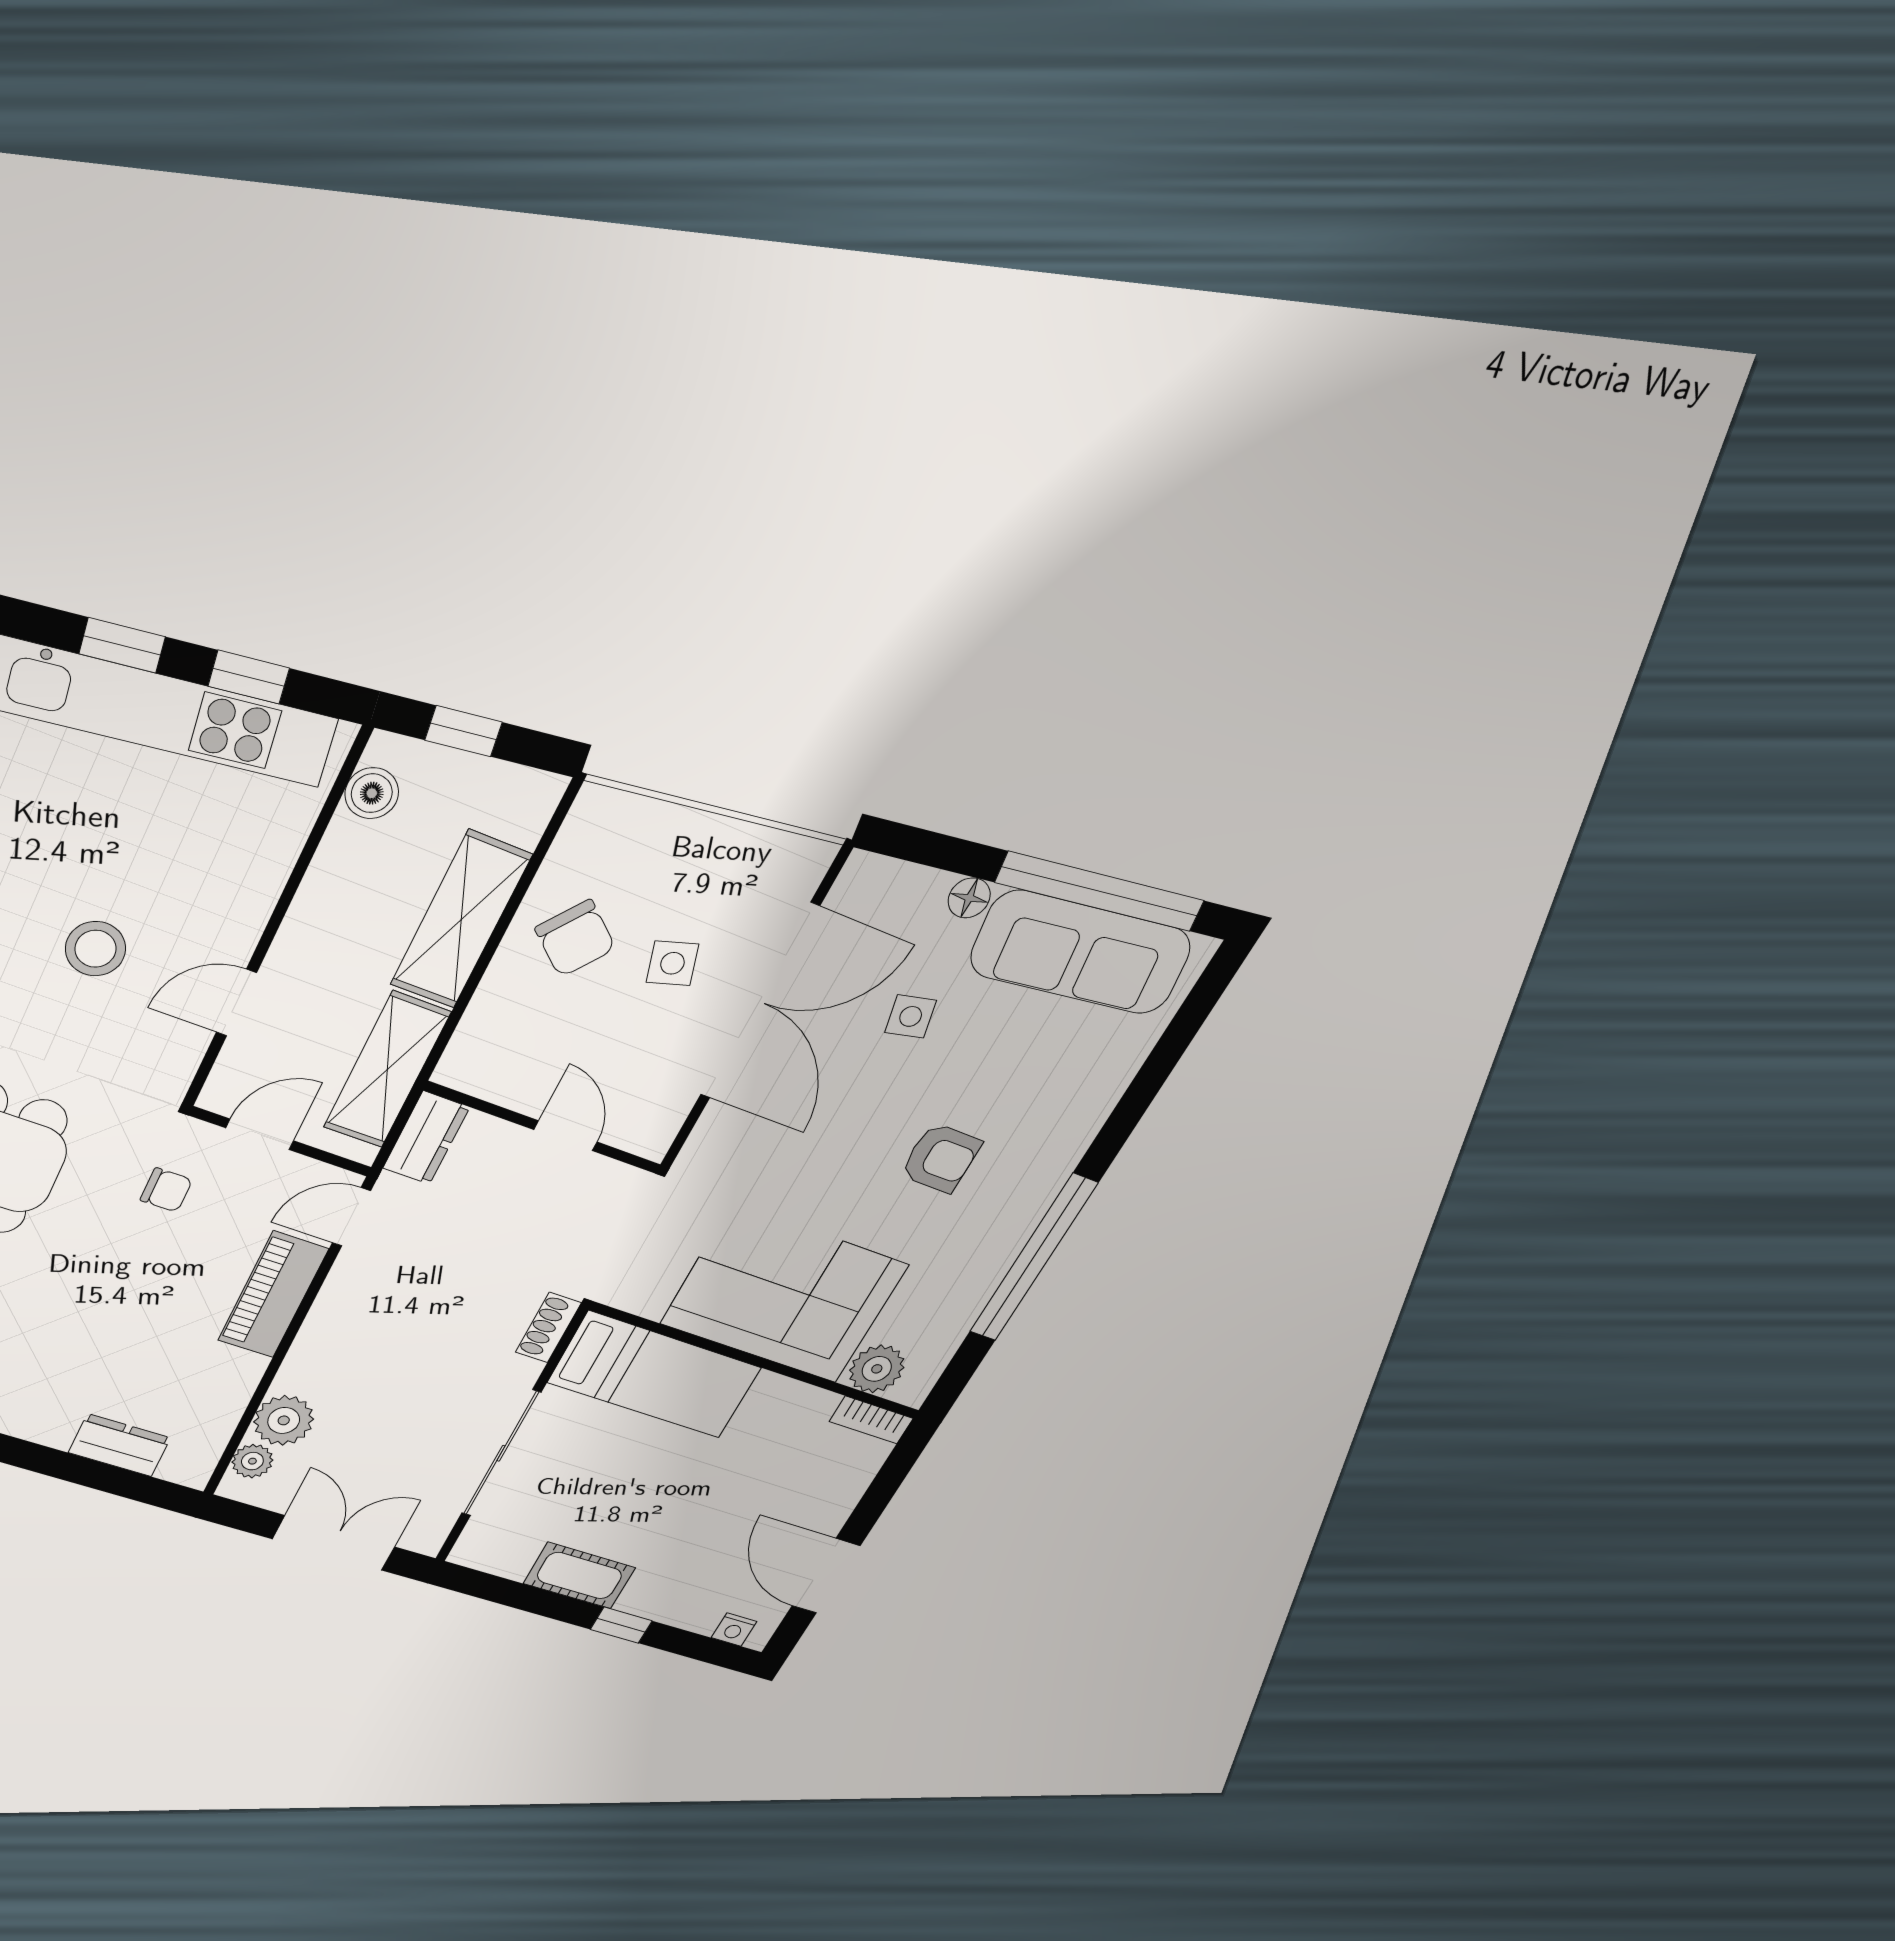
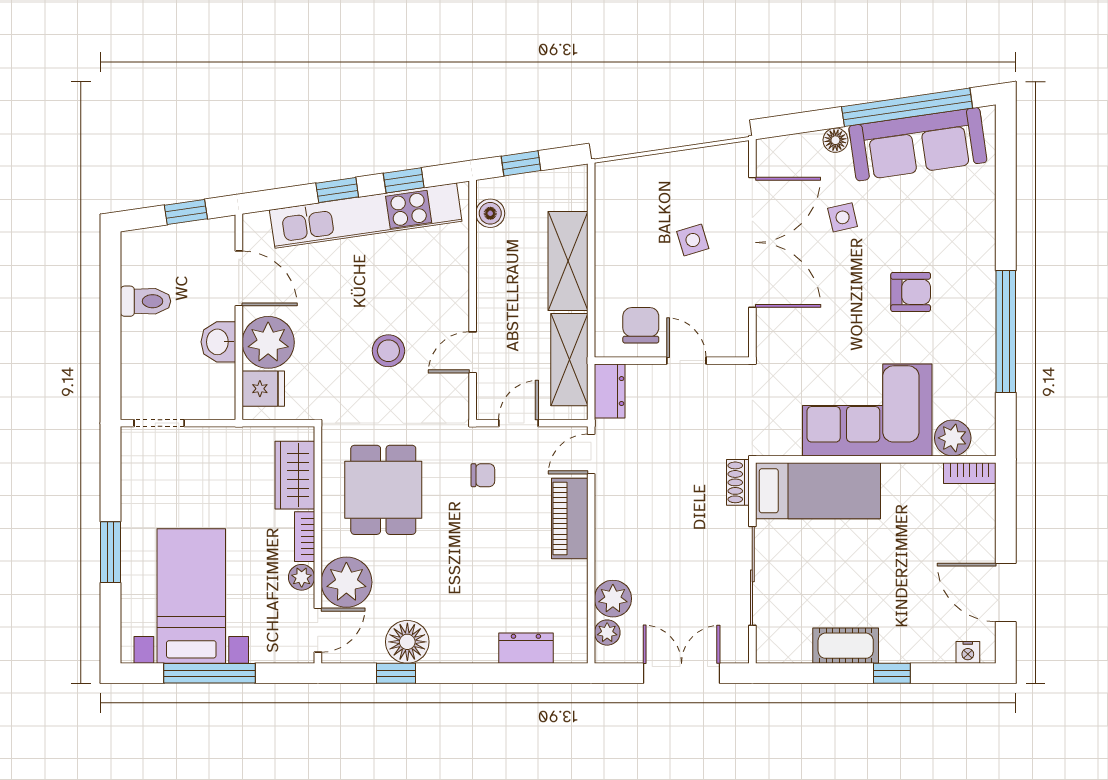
chair: (575, 938) -> (641, 325), moved, turned -128

